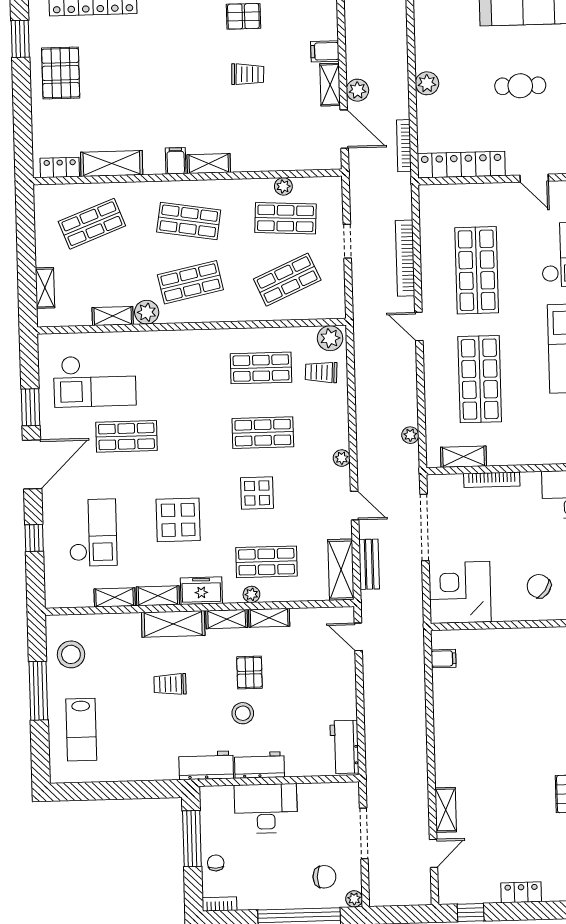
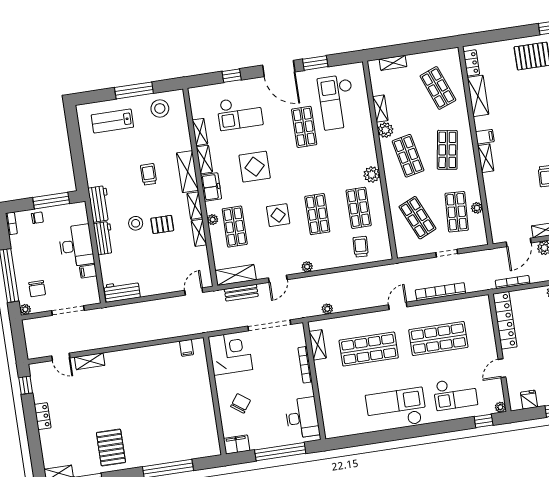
plant: (330, 338) -> (372, 175), moved
filing cabinet: (307, 795) -> (88, 271), added

